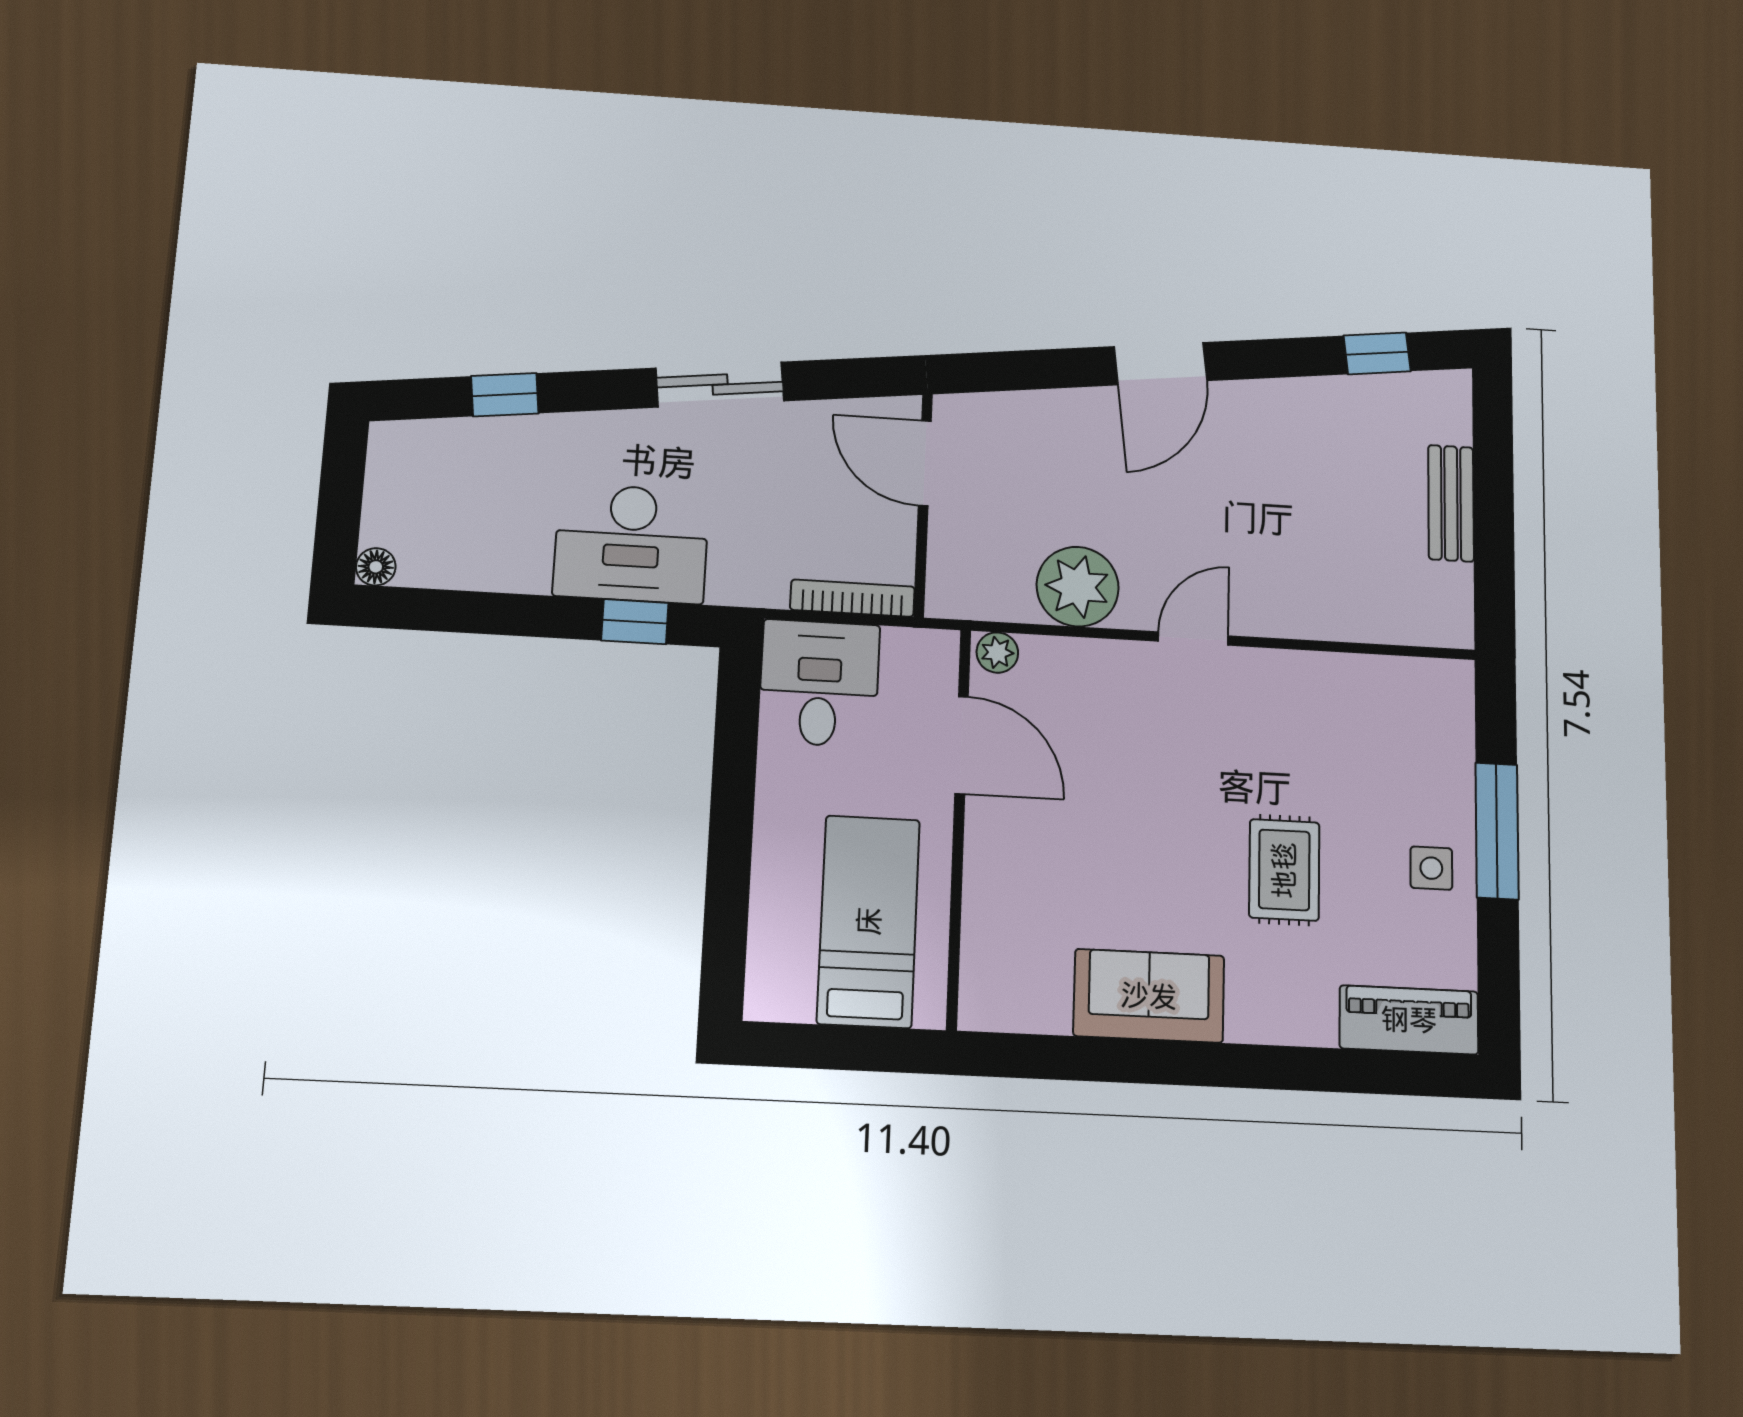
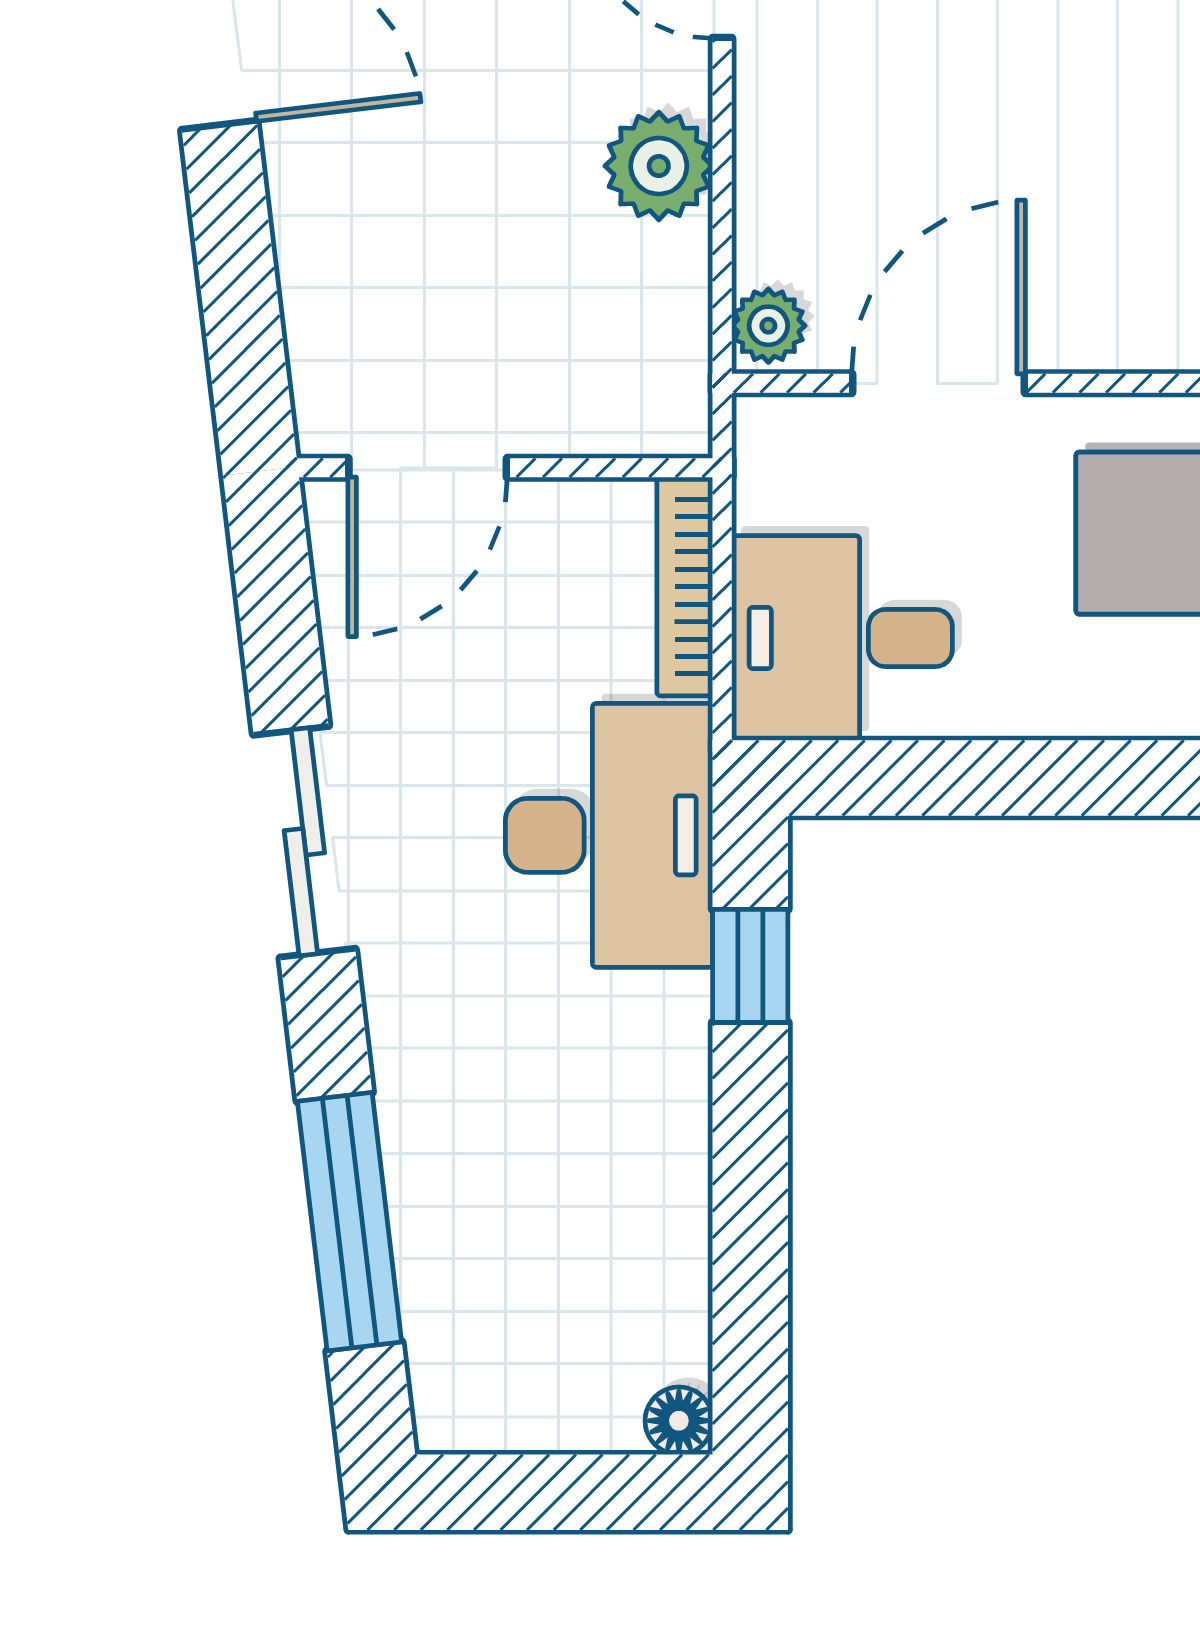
window: (505, 395) -> (350, 1222), width x2.17
desk: (631, 543) -> (609, 835), moved
plant: (1078, 587) -> (659, 166), width x0.73, depth x0.73

